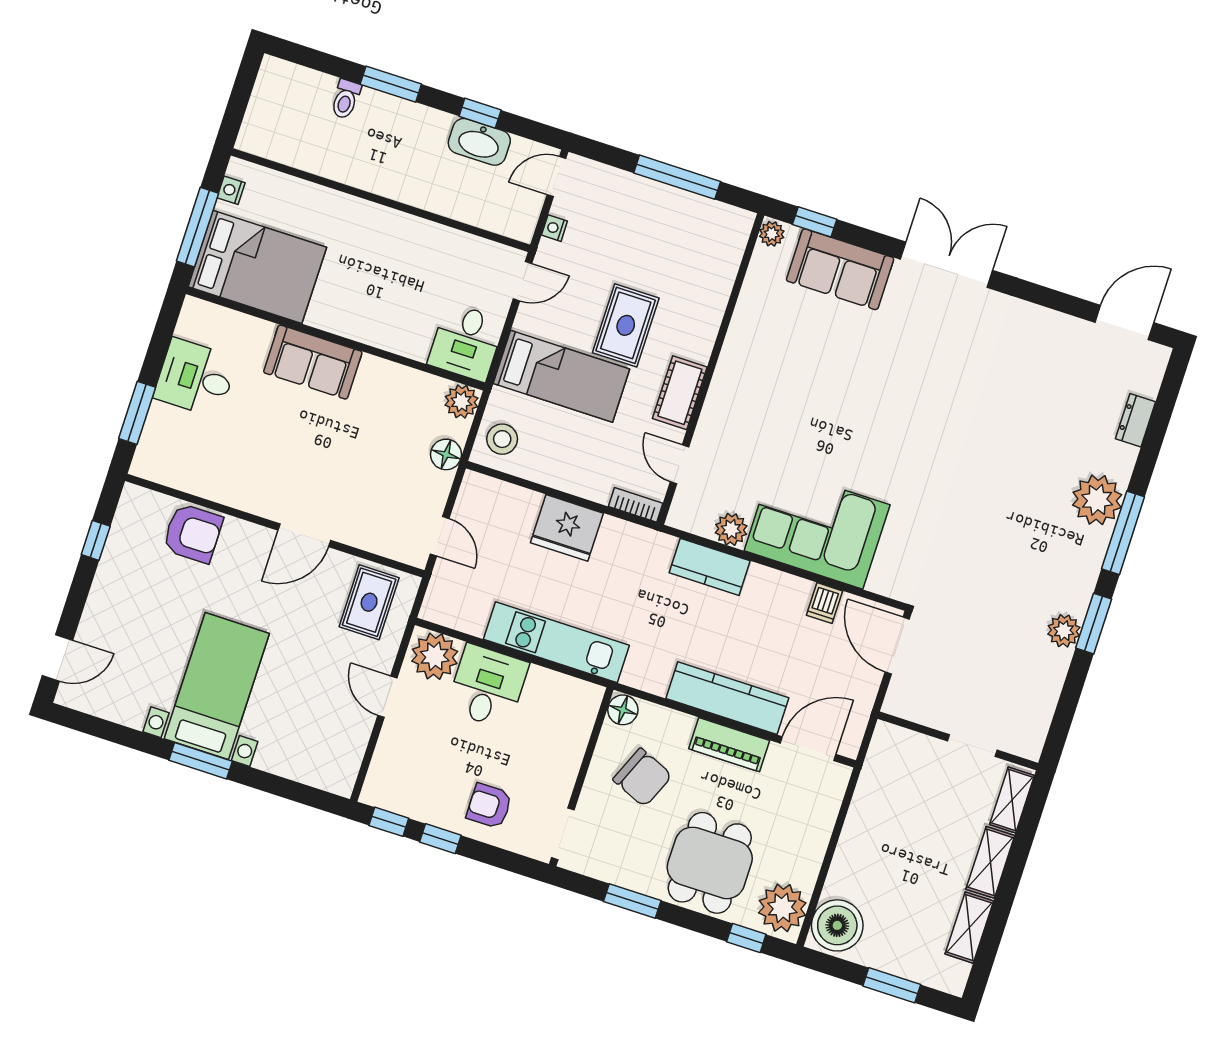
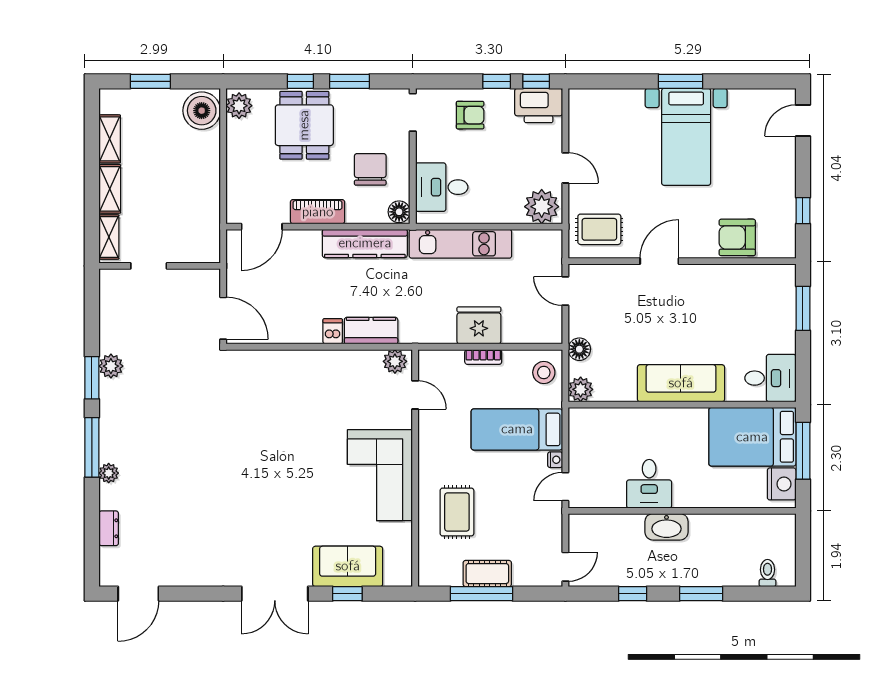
toilet: (346, 99) -> (767, 573), moved
washbasin: (479, 142) -> (666, 527), moved, turned 180
nightstand: (231, 190) -> (782, 484), width x1.89, depth x1.79
window: (815, 222) -> (347, 594), moved
nightstand: (554, 228) -> (555, 460), moved
plant: (772, 234) -> (403, 576), removed
rug: (626, 325) -> (457, 512), moved
desk: (466, 342) -> (649, 484), moved, turned 180
sofa: (313, 362) -> (681, 383), width x1.36
desk: (195, 378) -> (770, 378), moved
cot: (680, 393) -> (487, 574), moved, turned 90
plant: (1097, 500) -> (109, 473), width x0.53, depth x0.53
bookcase: (636, 505) -> (483, 357), moved
corner sofa: (817, 528) -> (380, 475), moved, turned 90
plant: (731, 529) -> (395, 361), moved
rug: (369, 602) -> (599, 229), turned 90
dishwasher: (824, 603) -> (333, 331), moved
desk: (487, 686) -> (442, 187), moved, turned 90
kitchen counter: (727, 698) -> (365, 243), moved
chair: (642, 777) -> (370, 169), turned 67
printer: (396, 789) -> (539, 106), added
plant: (782, 908) -> (239, 106), width x0.73, depth x0.73
window: (746, 938) -> (300, 81), moved

